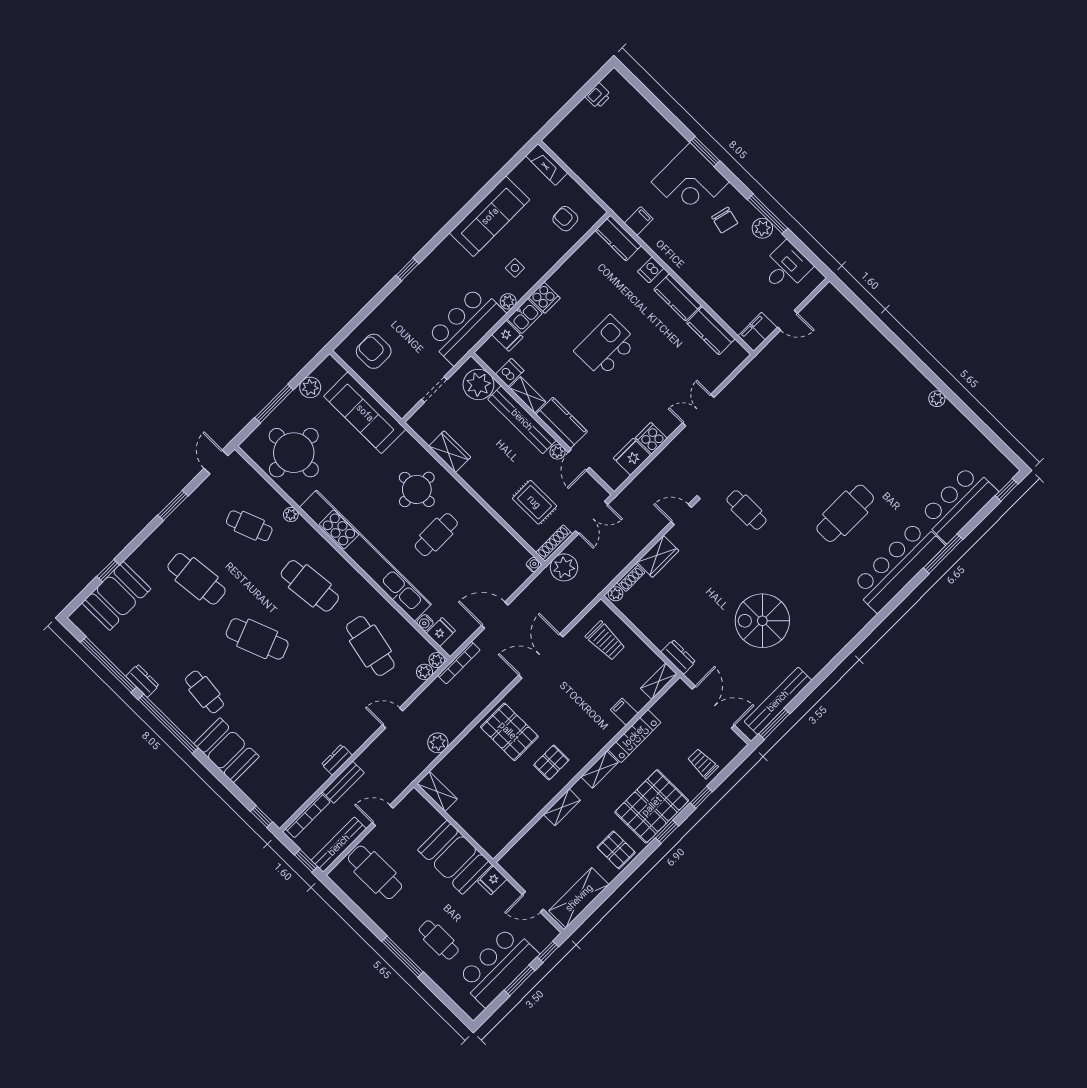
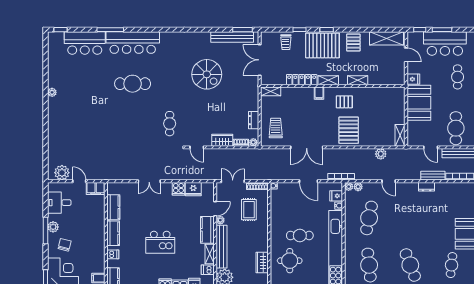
plant: (564, 567) -> (62, 173), moved
dresser: (678, 657) -> (254, 120), moved
filing cabinet: (624, 712) -> (319, 93), moved

